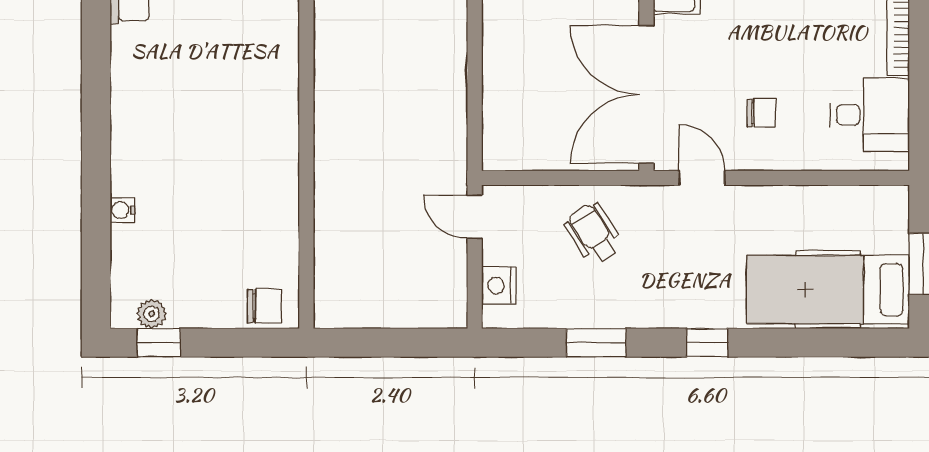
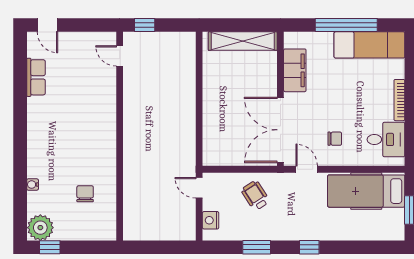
hospital bed: (828, 290) -> (366, 191), moved
chair: (265, 306) -> (85, 194), moved, turned -90
plant: (152, 314) -> (40, 228), width x1.87, depth x1.87

